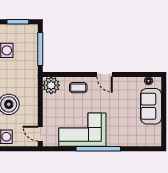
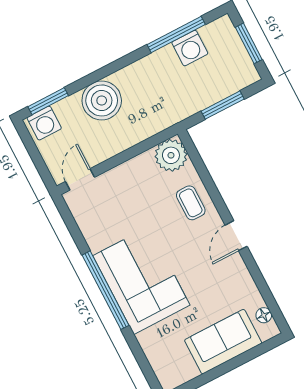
window: (40, 49) -> (223, 105), width x0.69
corner sofa: (82, 130) -> (141, 280), moved

